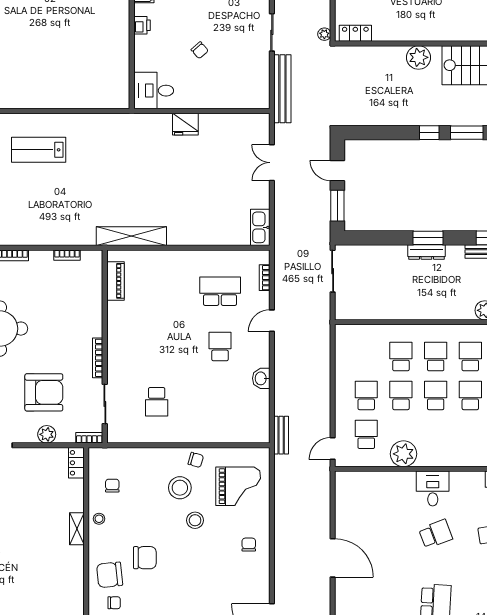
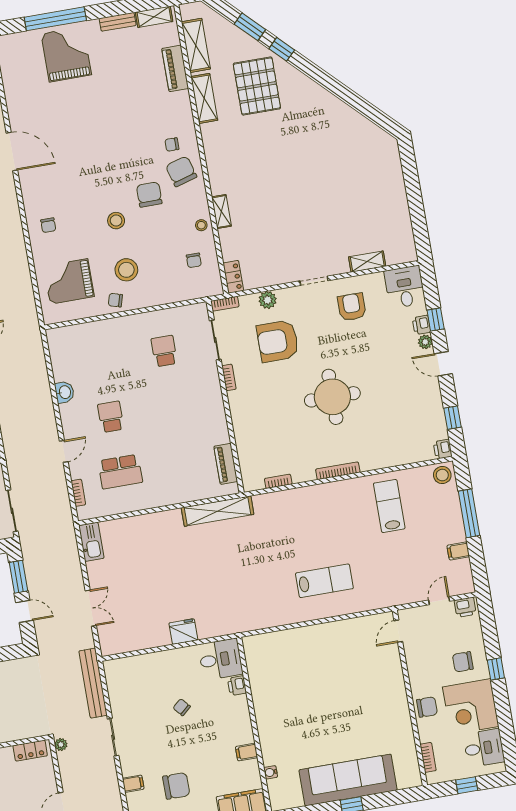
printer: (142, 25) -> (237, 686), moved
school desk: (220, 347) -> (111, 417), turned 180
bookcase: (98, 358) -> (229, 377), width x0.64
bench: (281, 435) -> (35, 339), removed
stool: (195, 520) -> (116, 221), moved
chair: (145, 558) -> (149, 194), turned 90
chair: (110, 575) -> (181, 171), turned -100

